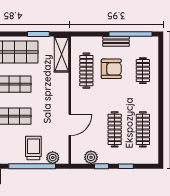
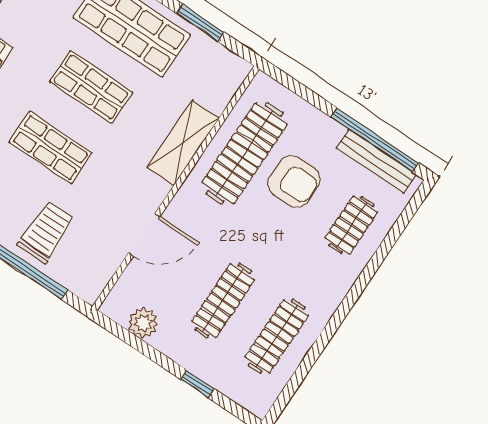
bench: (116, 41) -> (376, 161), moved, width x1.36
shelving: (61, 54) -> (183, 143), moved
clothes rail: (86, 71) -> (245, 153), width x1.37, depth x1.31
plant: (53, 158) -> (70, 275), removed
window: (102, 166) -> (152, 353), removed

